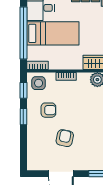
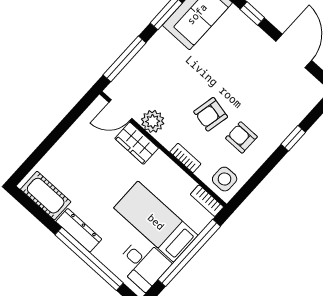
window: (23, 90) -> (250, 186), removed
window: (23, 117) -> (293, 138), moved
armchair: (65, 138) -> (211, 114), moved

